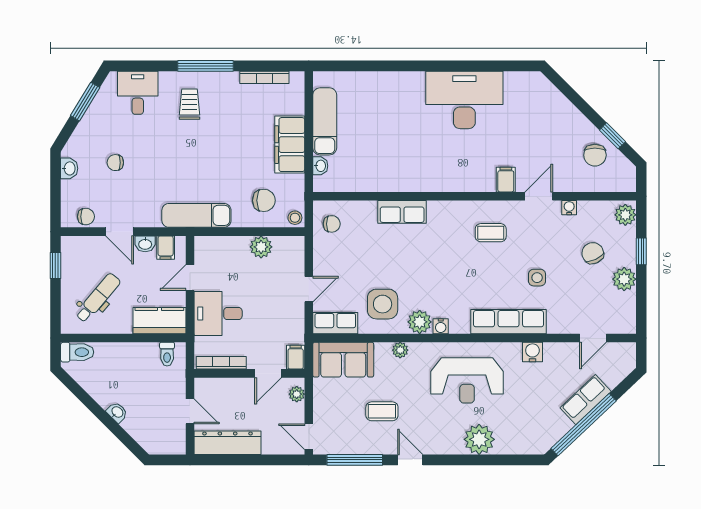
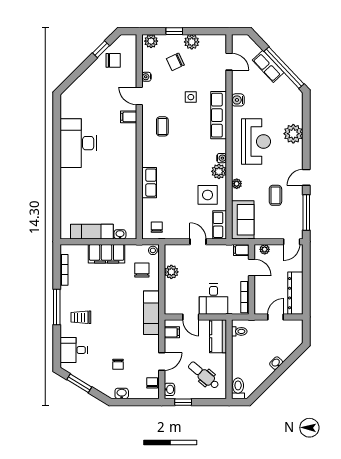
washbasin: (145, 244) -> (169, 389), moved

